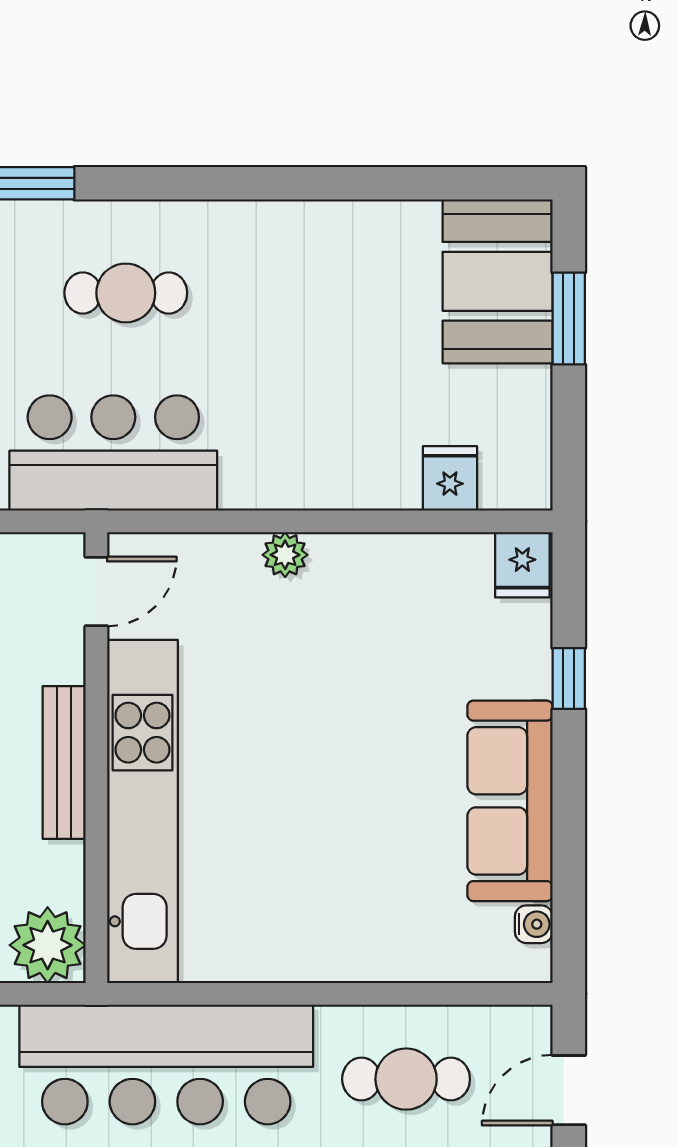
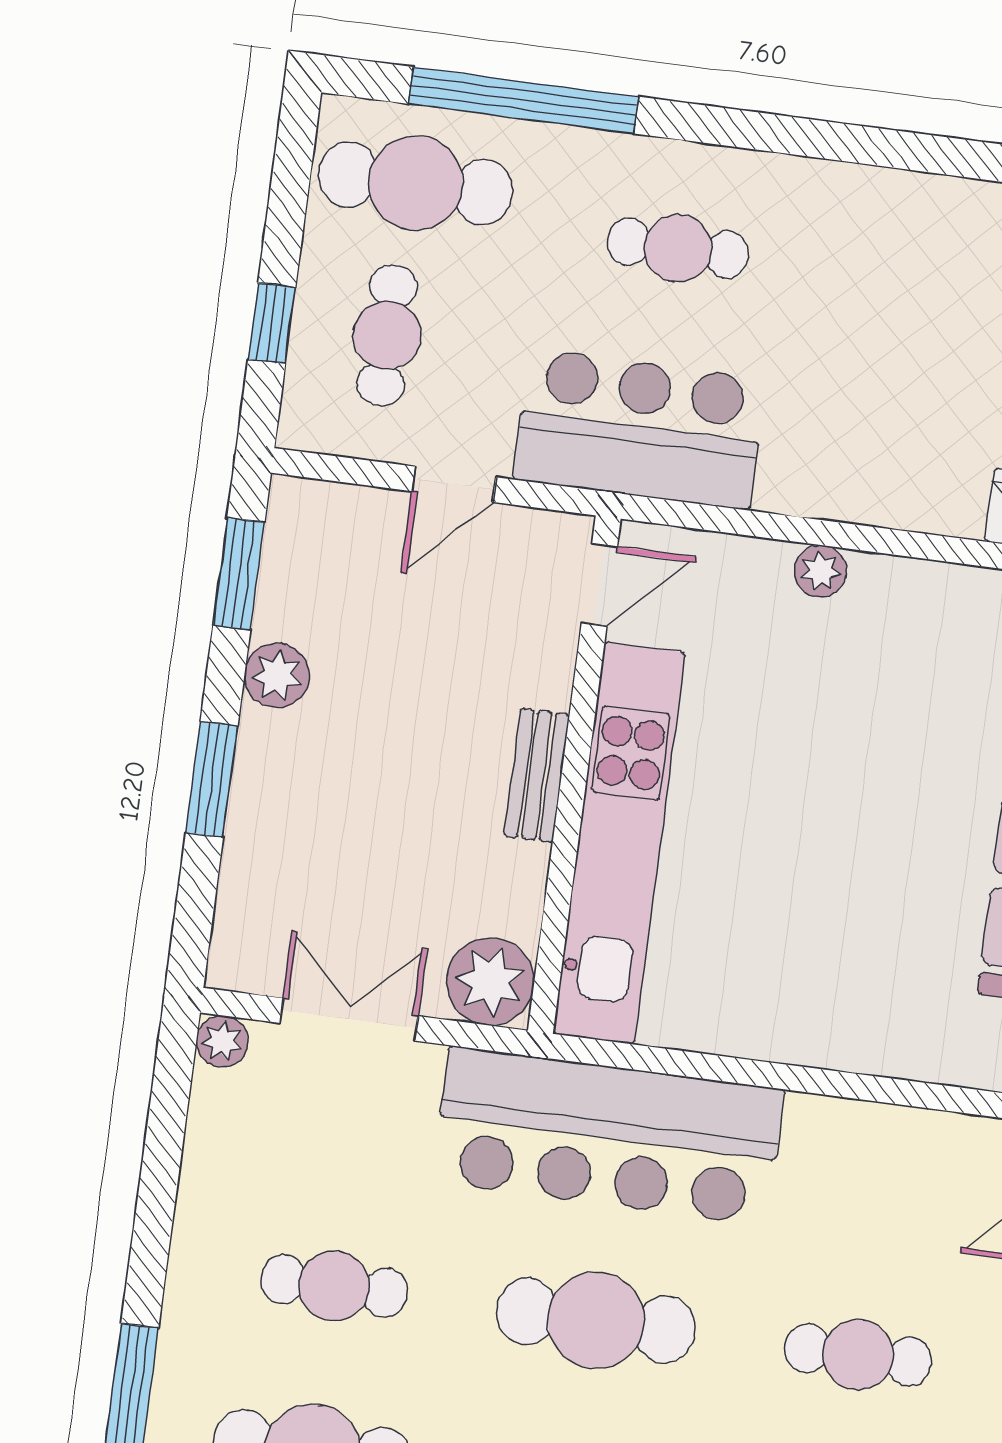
bench: (64, 762) -> (537, 775), width x0.73
cafe table: (406, 1079) -> (880, 1188), removed

